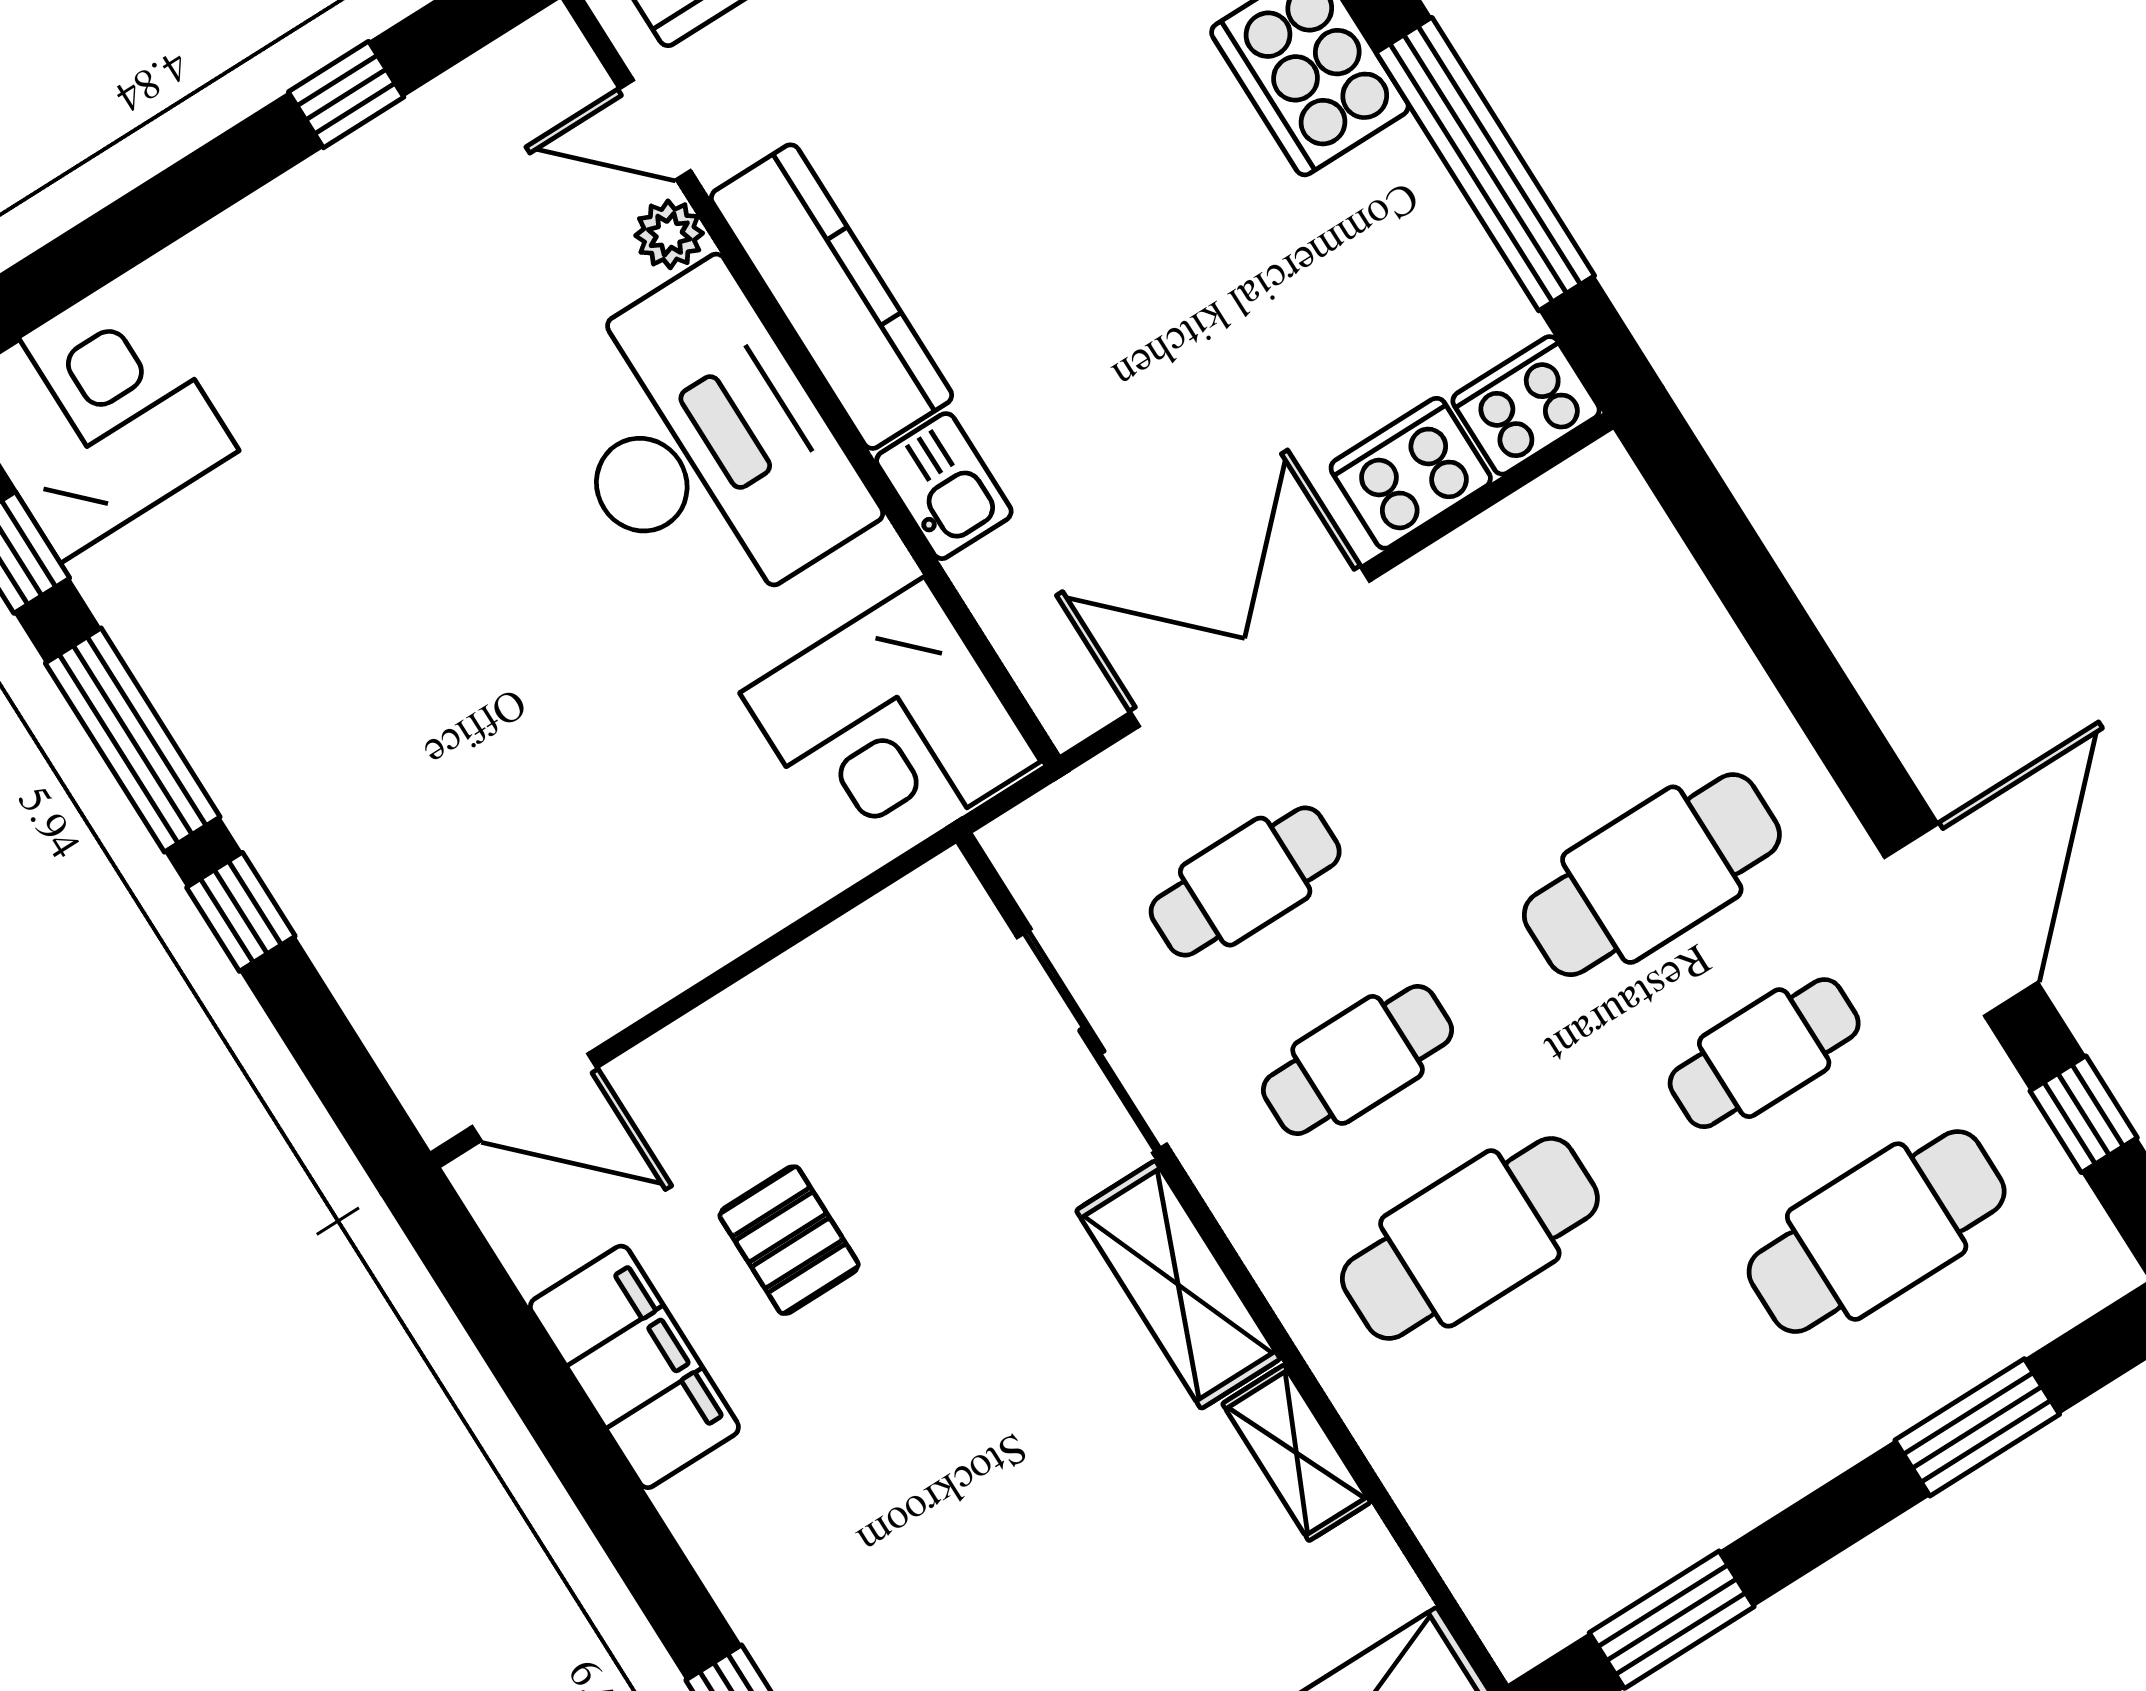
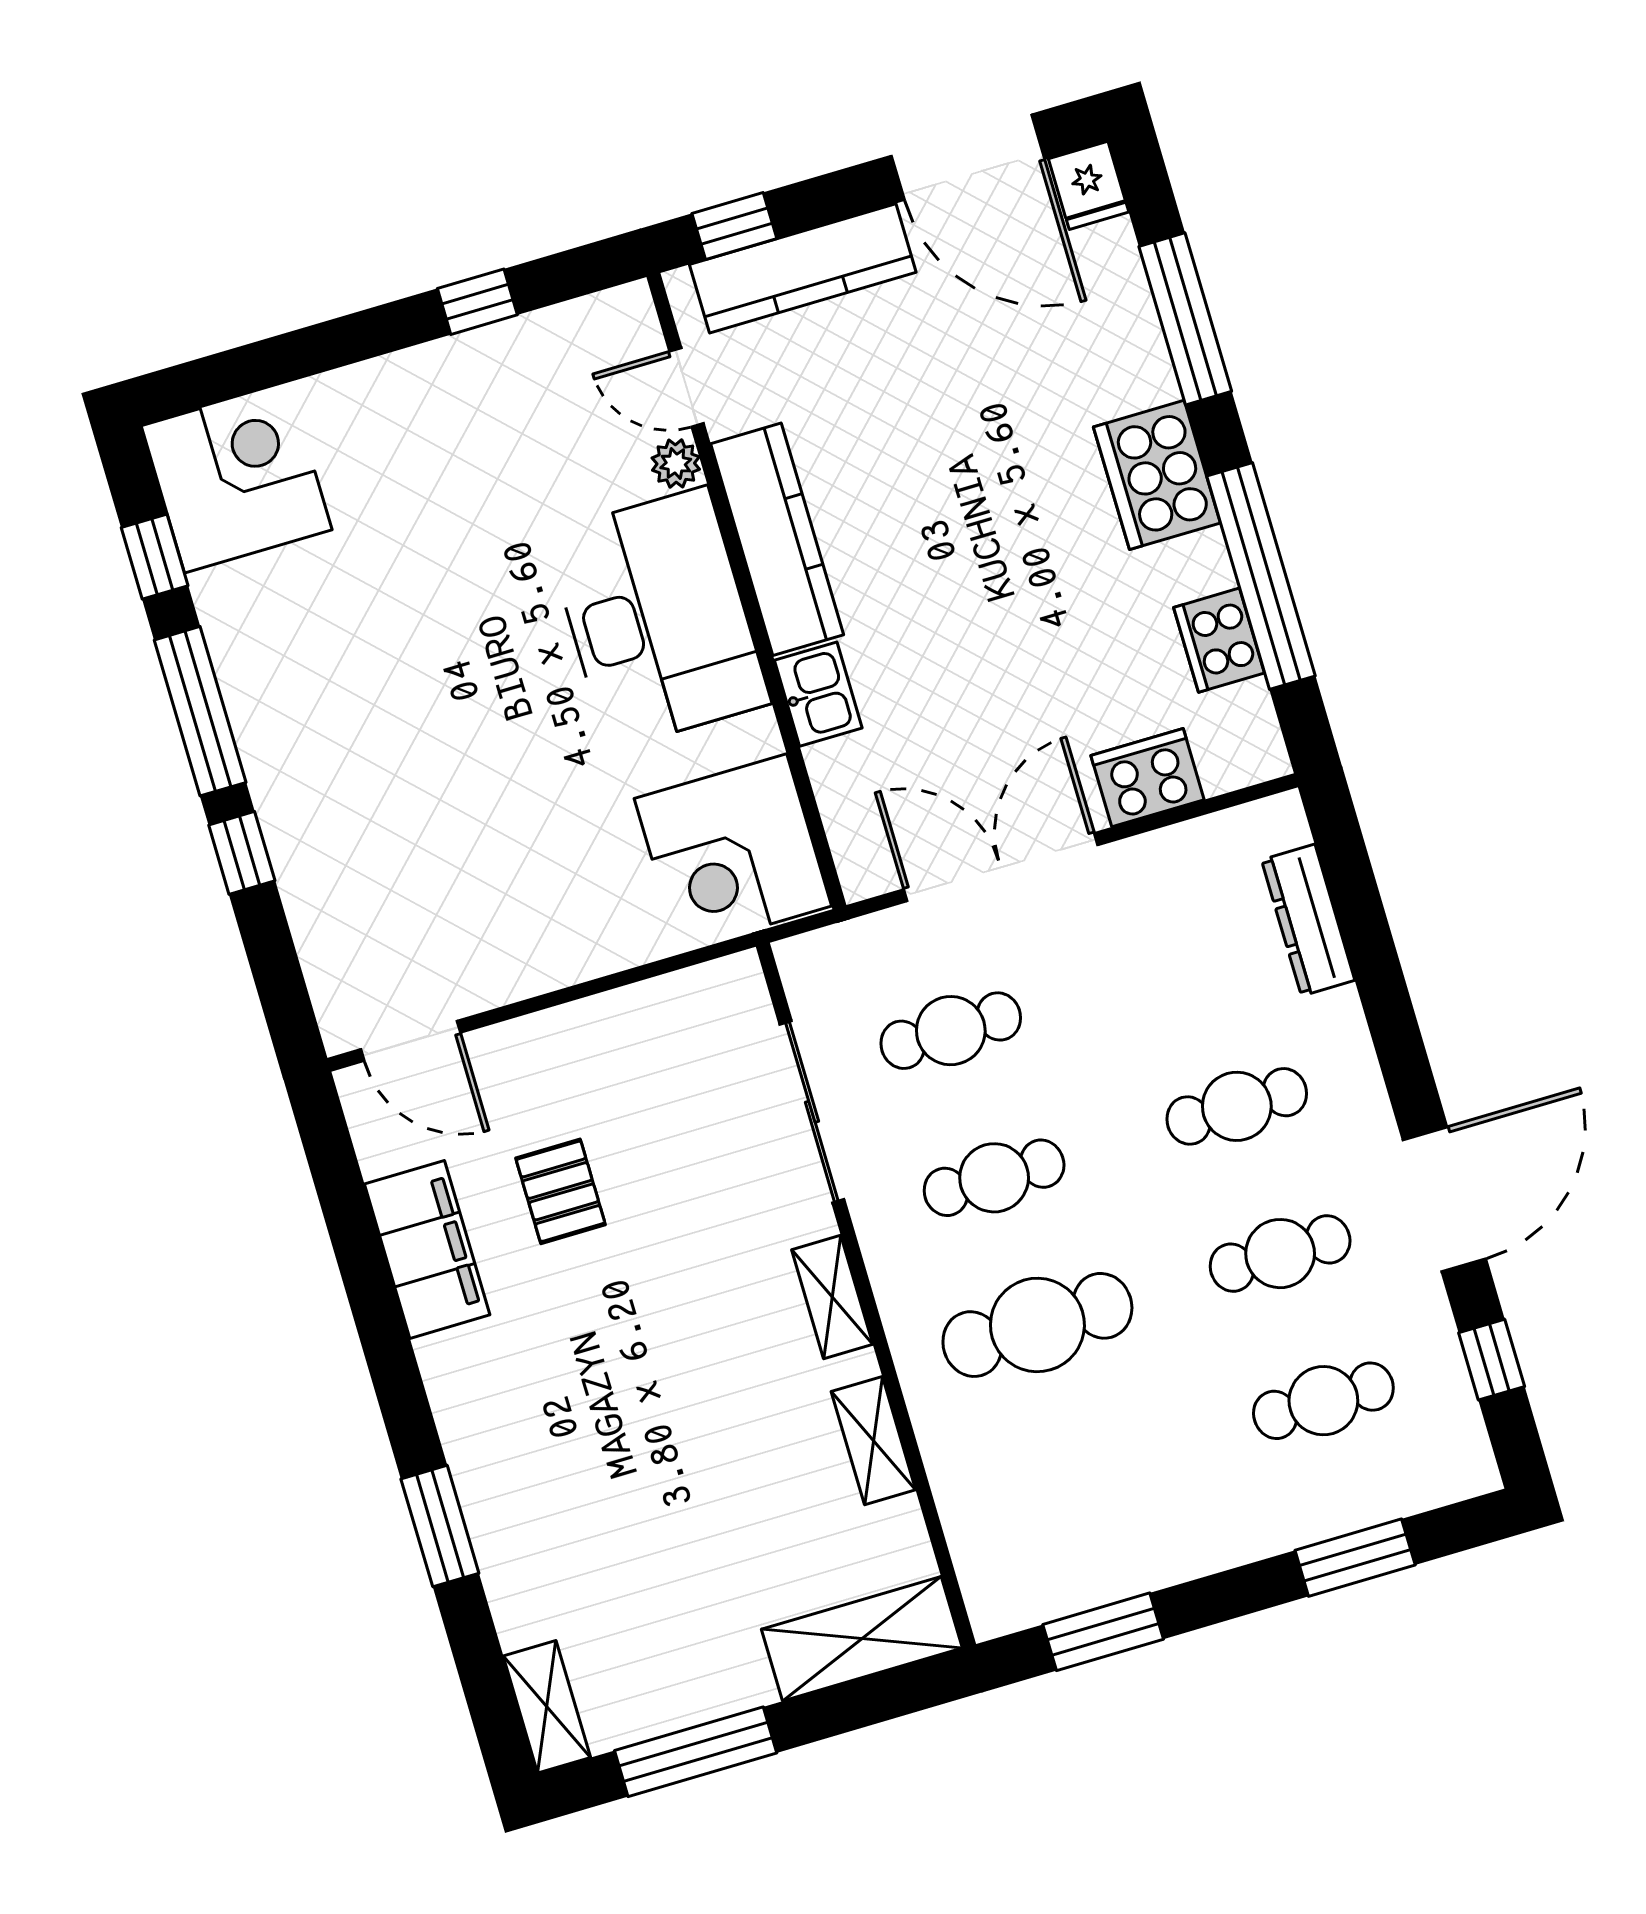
cooker: (1526, 405) -> (1219, 640), moved, turned -90
dresser: (1676, 602) -> (1308, 920), added
cafe table: (1652, 875) -> (1237, 1106), width x0.73, depth x0.74
cafe table: (1877, 1232) -> (1323, 1401), width x0.73, depth x0.74
shelving: (1178, 1285) -> (832, 1297), width x0.67, depth x0.75

